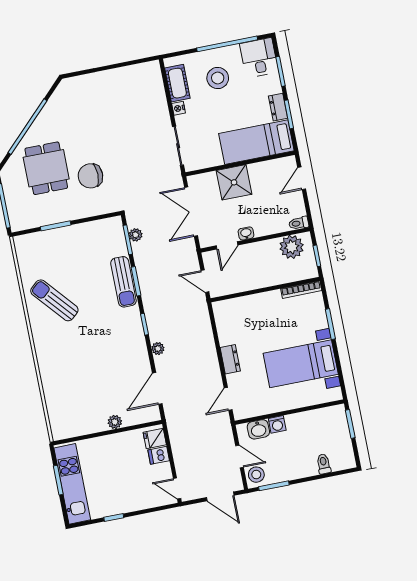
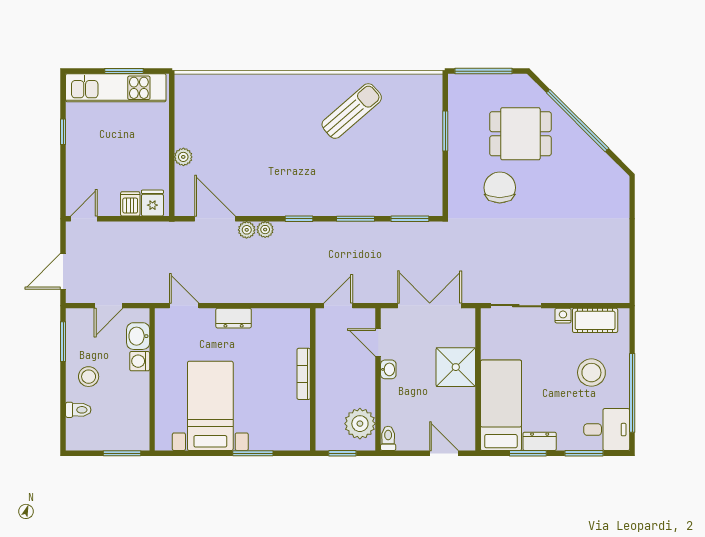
plant: (136, 235) -> (247, 230), moved
sun lounger: (123, 282) -> (358, 203), removed
bookcase: (301, 290) -> (304, 374), moved
stool: (256, 475) -> (89, 377), moved

